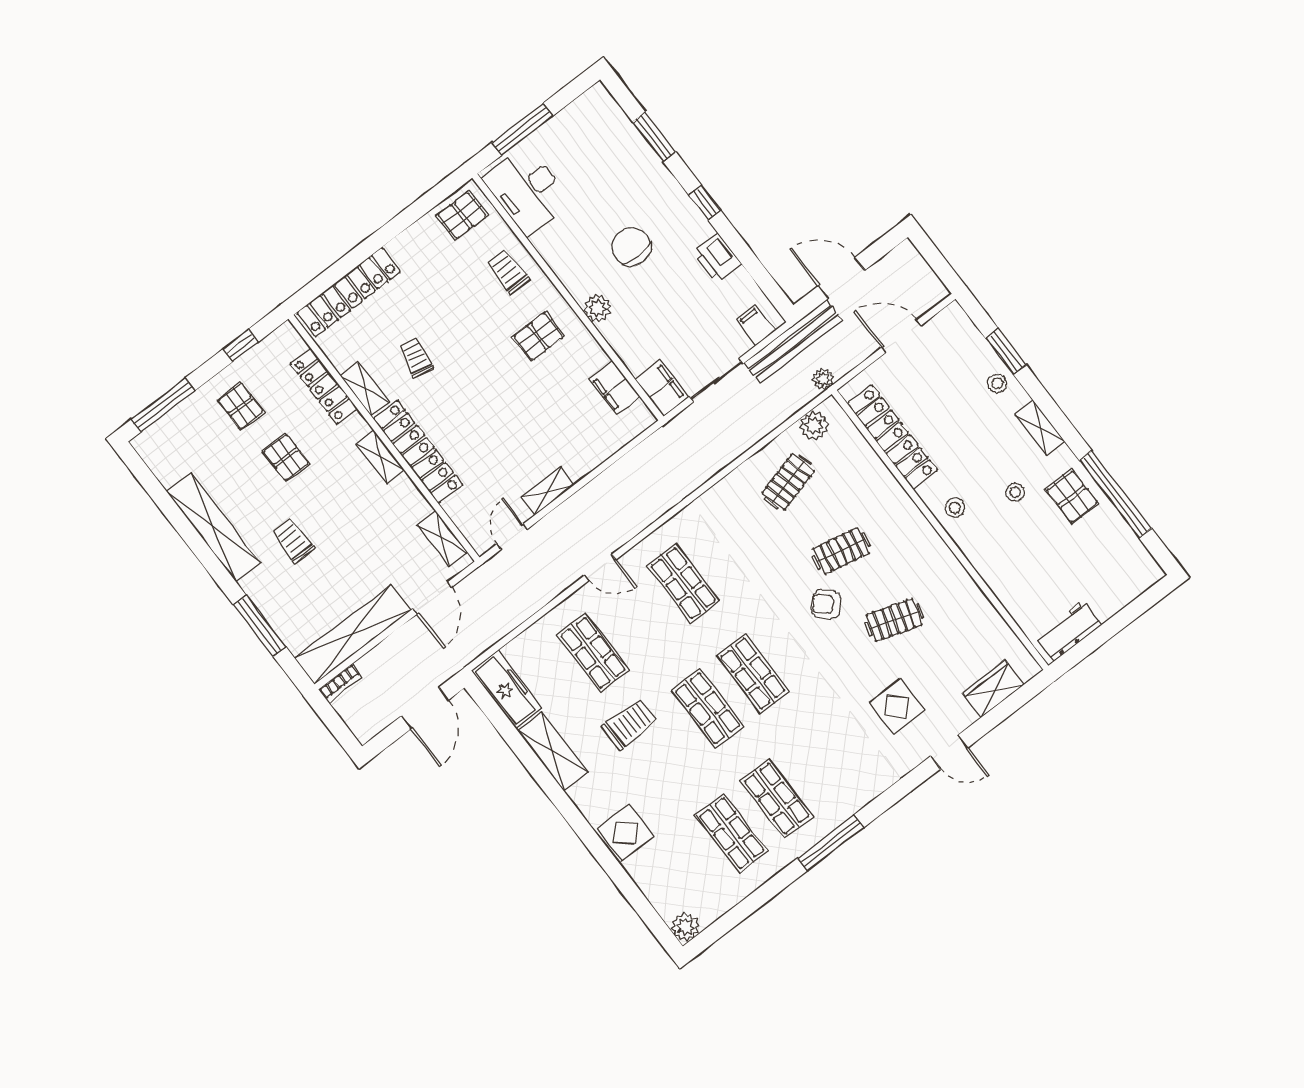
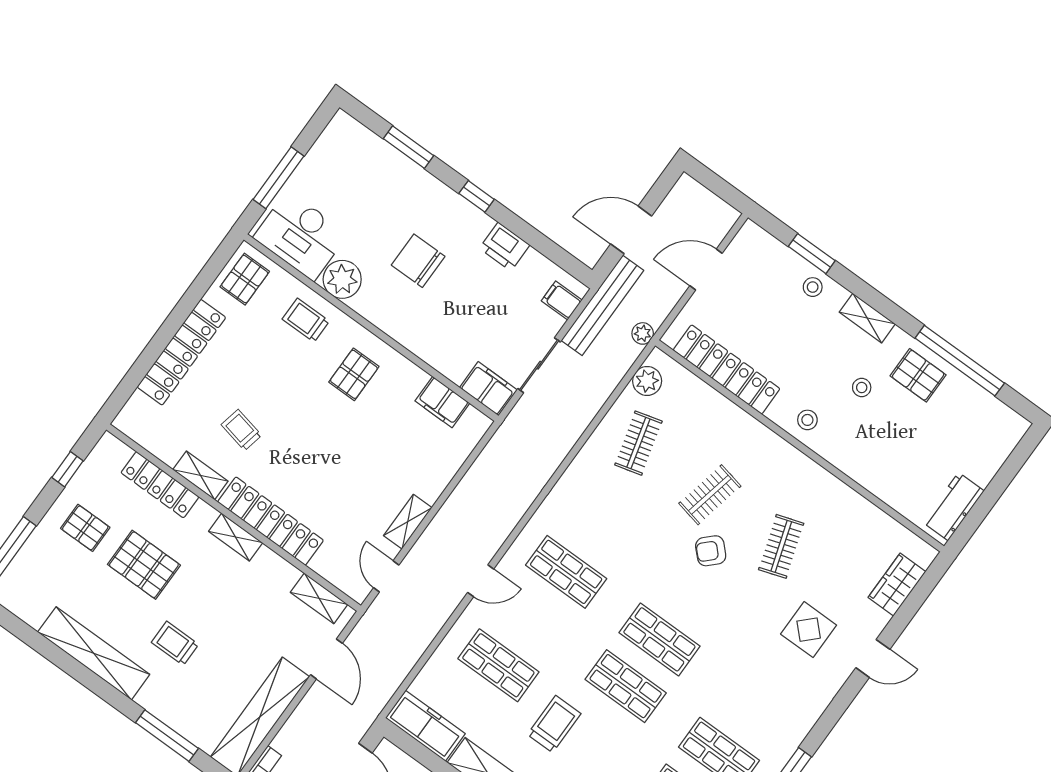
locker: (348, 292) -> (181, 352), moved
plant: (598, 308) -> (342, 279), moved, width x1.36, depth x1.36
pallet: (286, 457) -> (144, 565), width x1.50, depth x1.42
clothes rail: (894, 620) -> (781, 546), turned -36

